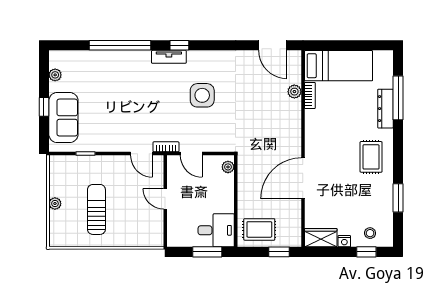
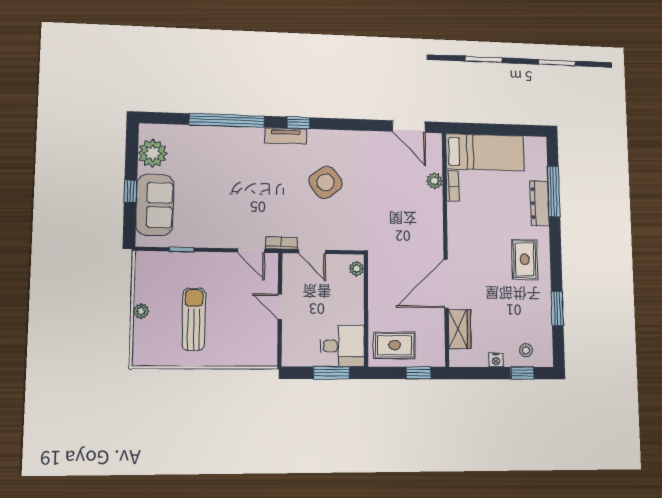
plant: (55, 75) -> (153, 153), width x1.88, depth x1.88
side table: (202, 95) -> (326, 182), turned -36
wardrobe: (321, 238) -> (460, 329), moved, turned 90

